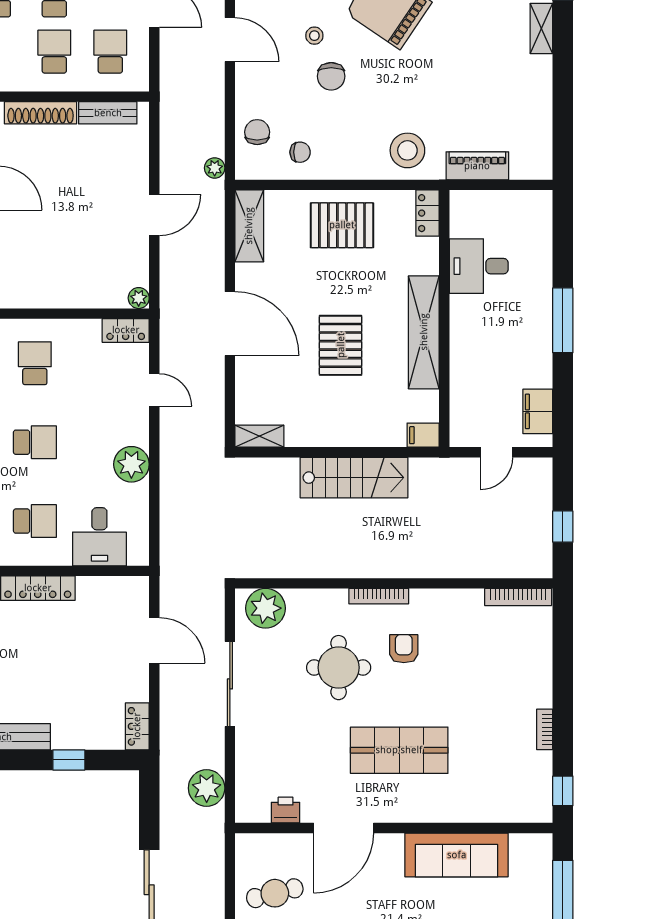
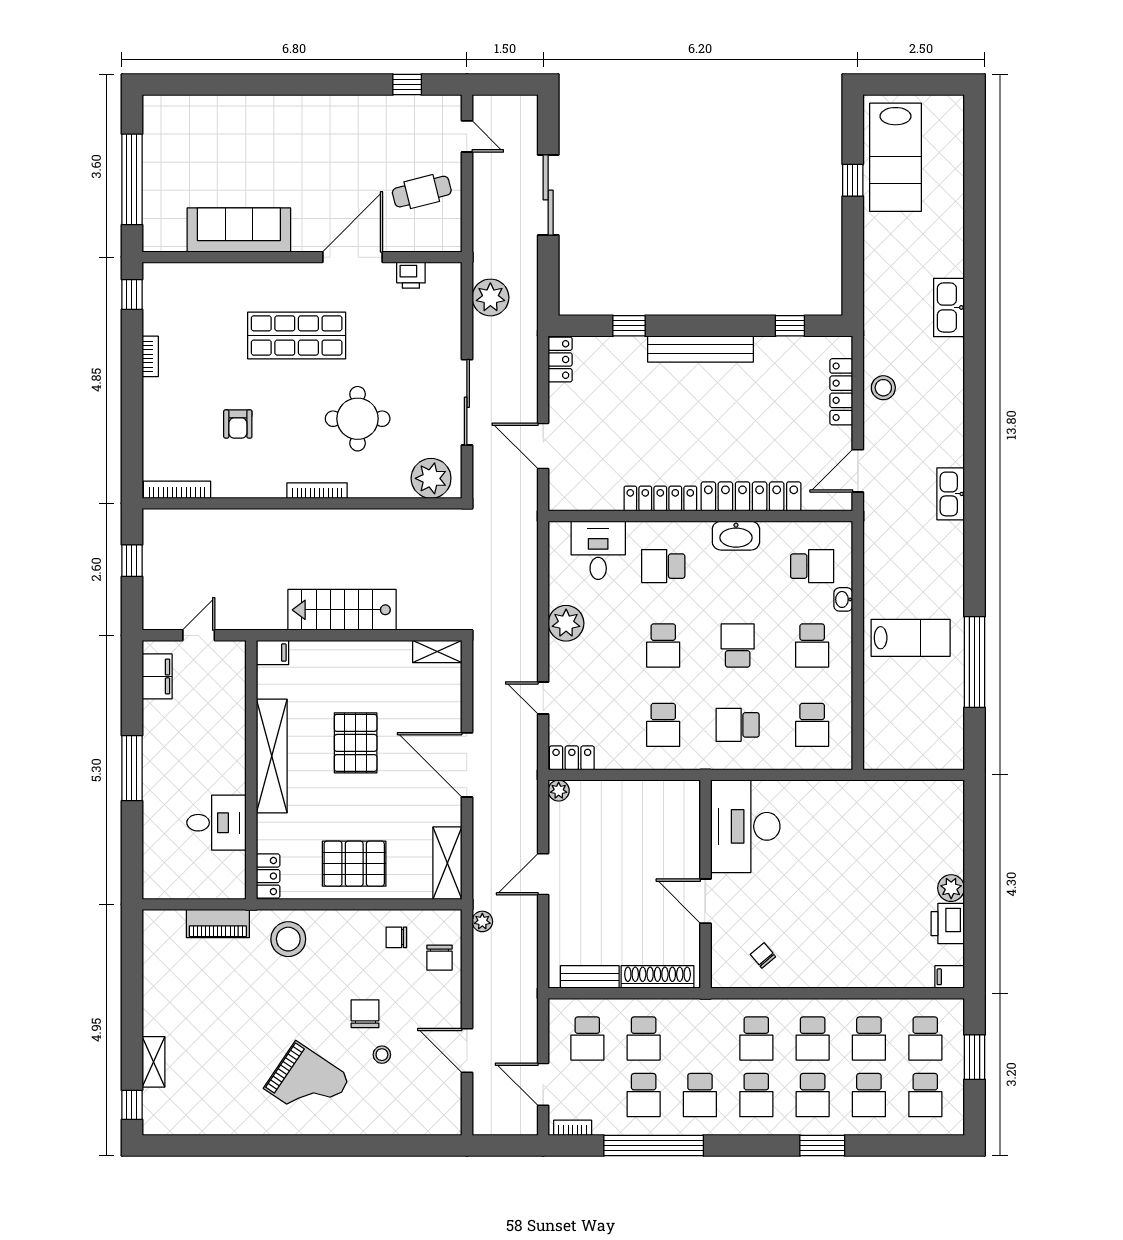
school desk: (35, 442) -> (663, 645), turned -90
armchair: (404, 649) -> (238, 424), moved

